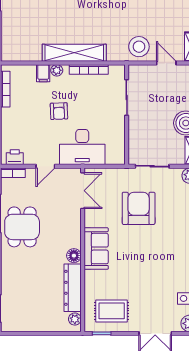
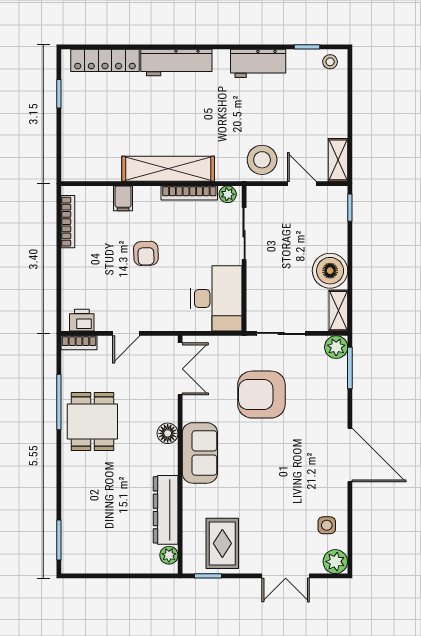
plant: (57, 70) -> (228, 194), moved
desk: (82, 147) -> (216, 298), moved, turned -90
armchair: (139, 208) -> (261, 395), turned -90
floor lamp: (74, 256) -> (168, 433), moved
rug: (112, 311) -> (222, 543), turned 90

